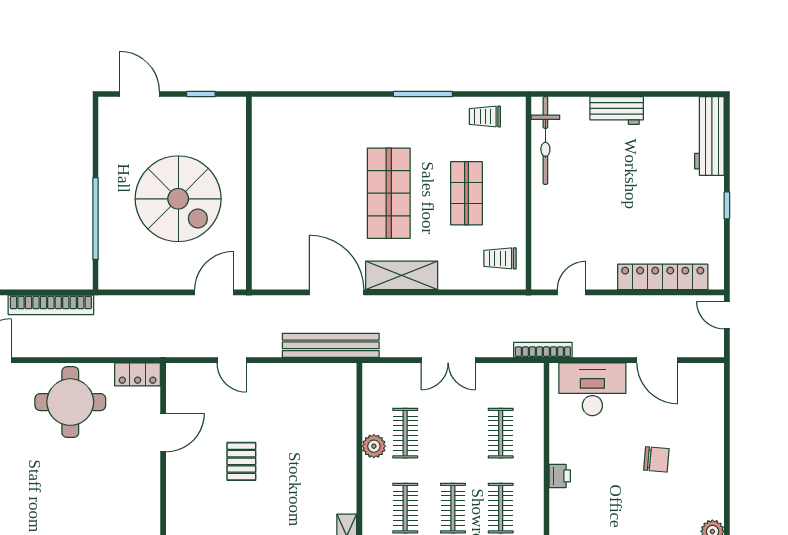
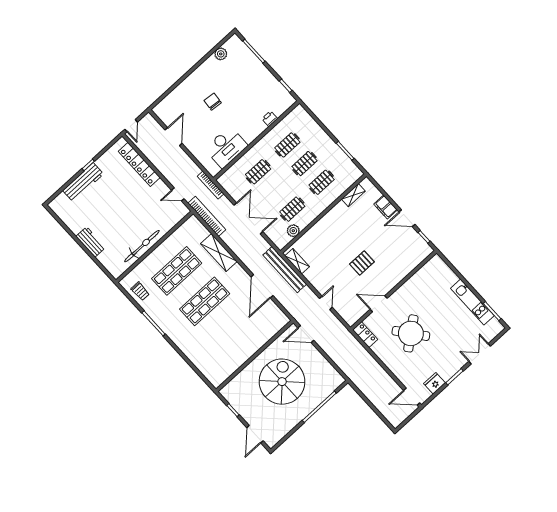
workbench: (709, 136) -> (83, 182), moved
bicycle: (545, 141) -> (142, 246), moved
shop shelf: (466, 193) -> (177, 271), width x1.43, depth x1.36
trolley: (500, 258) -> (190, 235), removed
shelving: (402, 275) -> (219, 253), moved
bookcase: (51, 305) -> (207, 216), moved
double door: (448, 360) -> (248, 218), width x1.37
shelving: (326, 373) -> (297, 261), added
desk: (592, 389) -> (226, 147), moved, turned -90
round table: (70, 402) -> (411, 333), moved, turned -38
plant: (374, 446) -> (293, 231), moved
printer: (560, 476) -> (270, 119), moved

